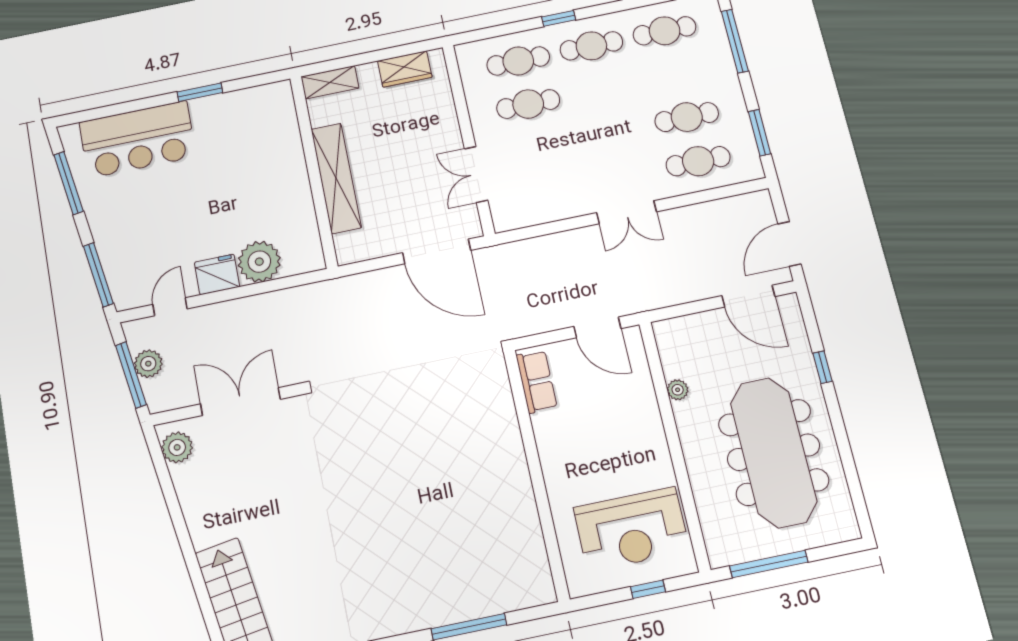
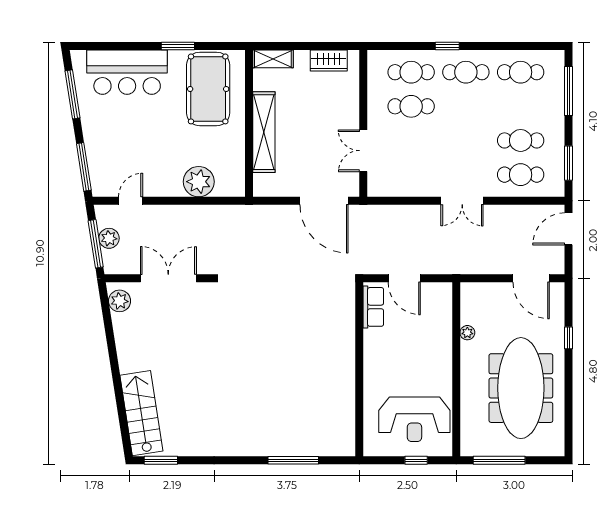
pool table: (250, 138) -> (208, 89), added
door: (789, 244) -> (569, 229), moved
fridge: (217, 274) -> (167, 185), removed
door: (597, 327) -> (404, 278), moved

